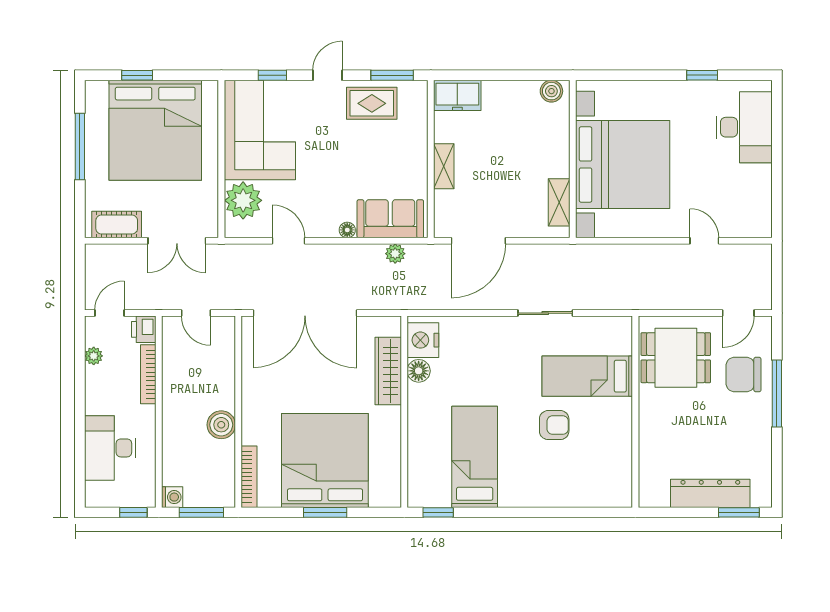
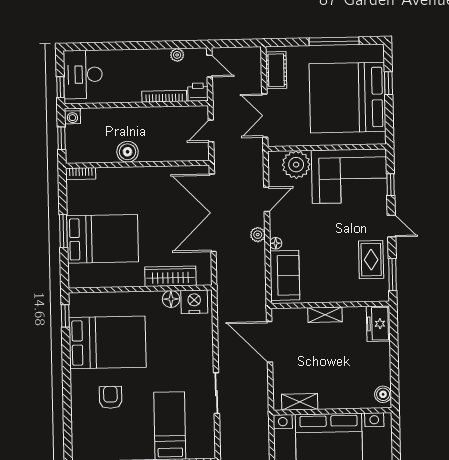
plant: (395, 254) -> (258, 235), moved
armchair: (554, 425) -> (110, 397), moved, turned 180
desk: (110, 448) -> (83, 74), moved, turned -90
bed: (475, 457) -> (107, 342), width x1.50
bed: (325, 460) -> (102, 239), width x0.73
bookcase: (249, 477) -> (81, 174), width x0.64
window: (201, 512) -> (61, 138), width x0.67

